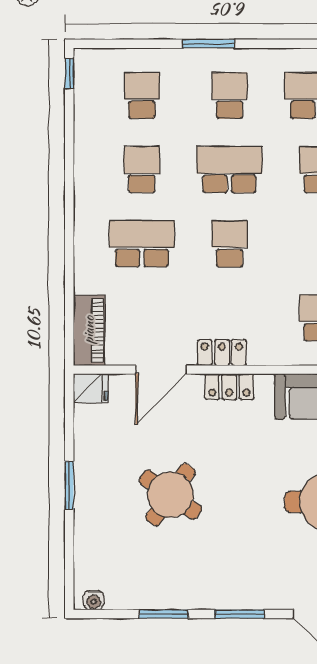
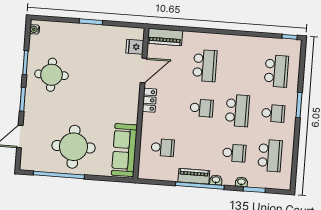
school desk: (142, 96) -> (276, 71), width x1.85
school desk: (142, 170) -> (241, 68), removed
door: (161, 370) -> (143, 70), swing flipped
locker: (229, 387) -> (133, 103), removed
fridge: (91, 388) -> (135, 47), moved, turned 90
round table: (170, 495) -> (51, 75), moved, turned -35

